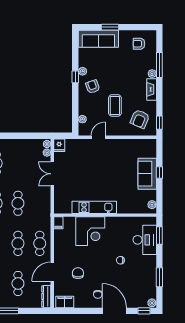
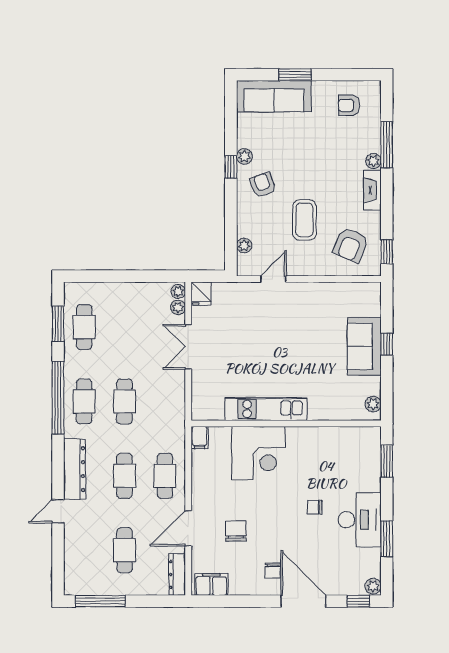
desk: (145, 240) -> (360, 520), moved

